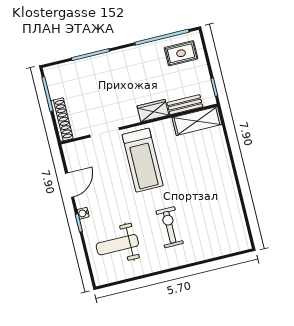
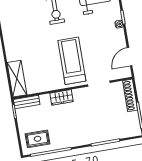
bench: (185, 105) -> (27, 102), moved
shelving: (197, 121) -> (17, 79), moved, turned 90
door: (70, 185) -> (130, 57), moved

